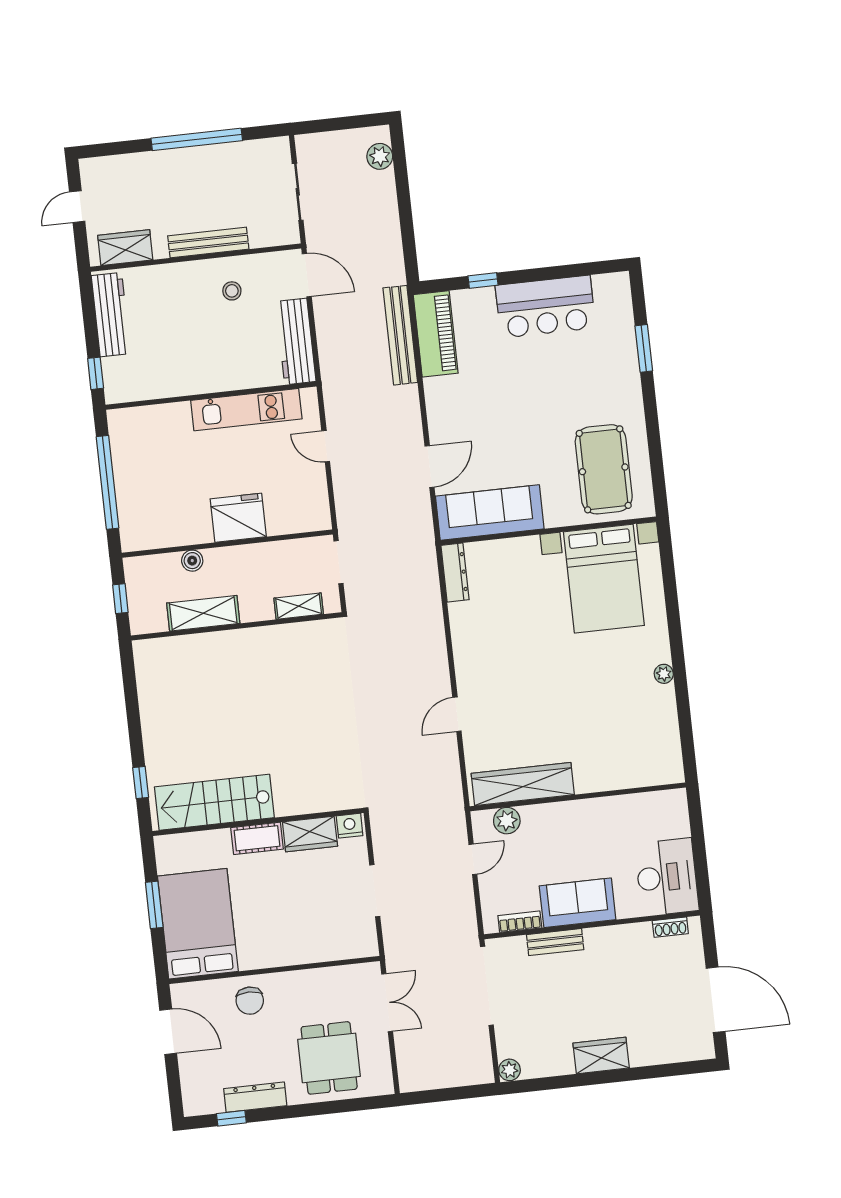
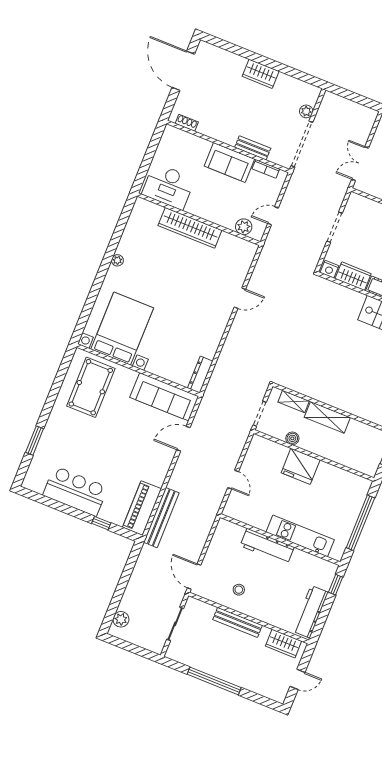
workbench: (296, 341) -> (267, 546), moved, turned 90
kitchen unit: (246, 410) -> (300, 536), moved
boiler: (192, 561) -> (292, 438), moved
shelving: (203, 613) -> (327, 417), moved
wardrobe: (523, 784) -> (190, 228), moved
desk: (667, 877) -> (168, 186), moved, turned -90
plant: (510, 1070) -> (306, 111), moved

